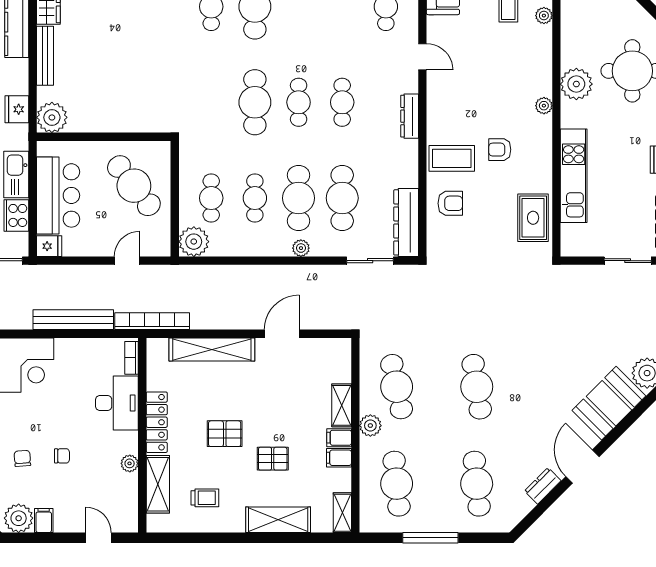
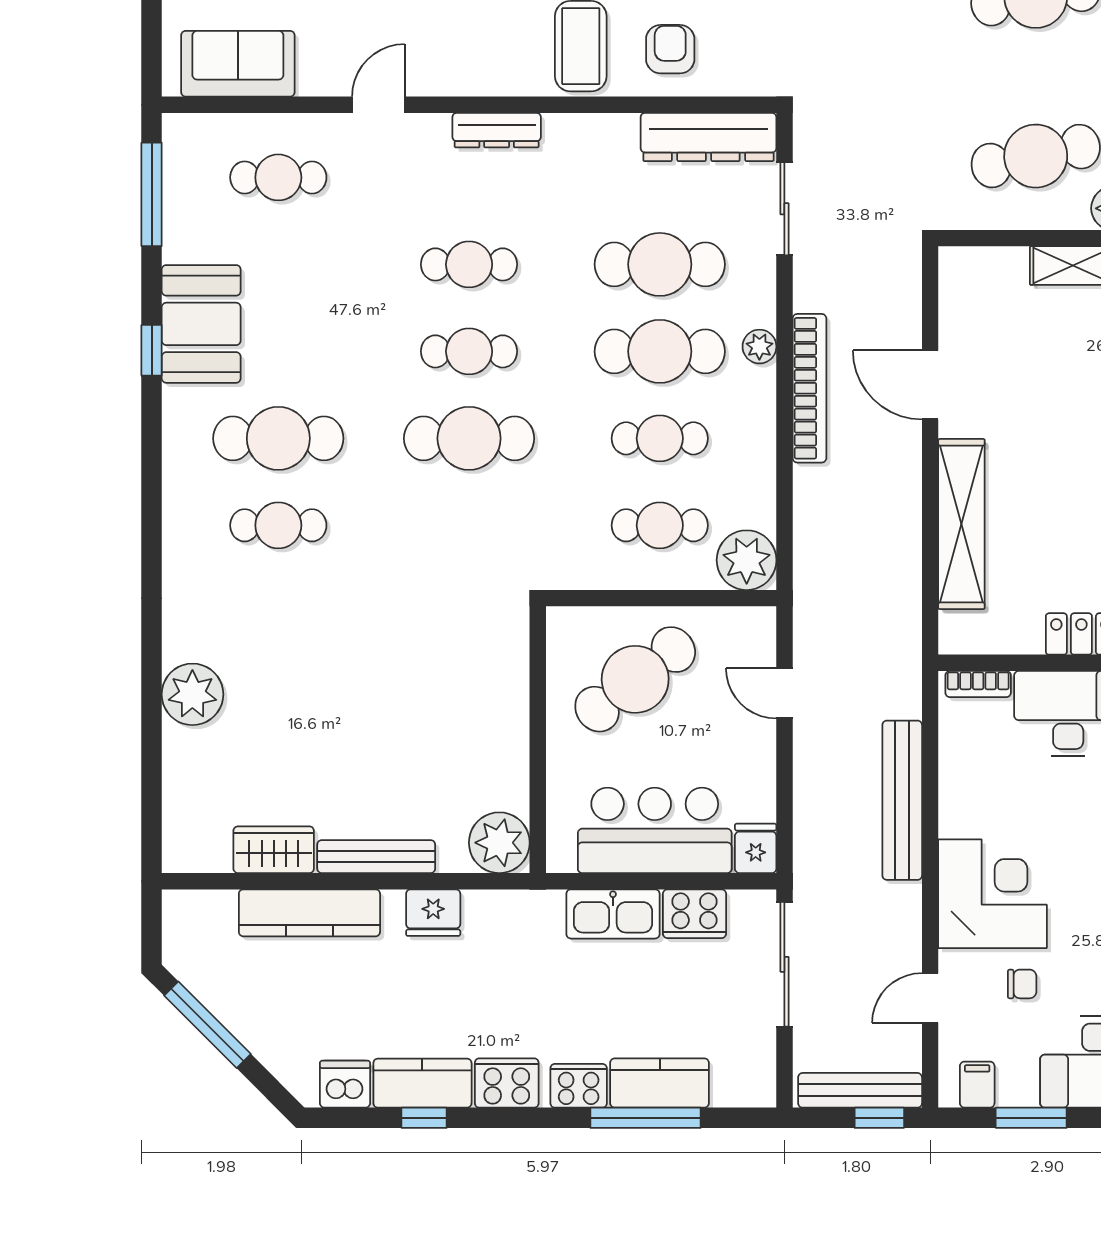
fridge: (17, 109) -> (433, 913), moved
bookcase: (152, 321) -> (809, 388), moved, turned 180

